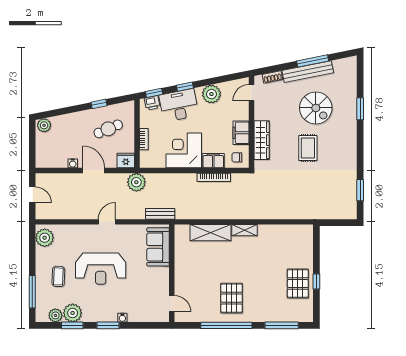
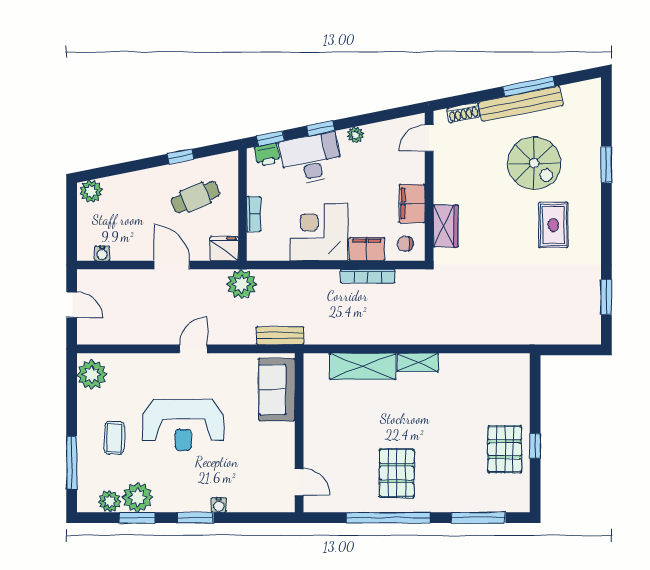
plant: (211, 94) -> (356, 135), width x0.53, depth x0.53
wardrobe: (262, 140) -> (446, 226), width x0.67
rug: (308, 148) -> (553, 225), moved
water cooler: (73, 163) -> (102, 253), moved

